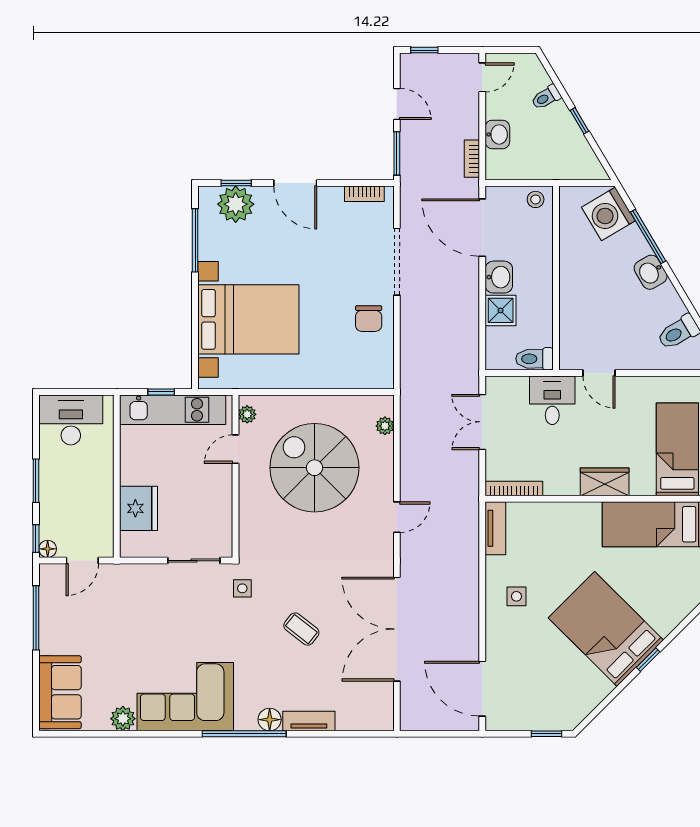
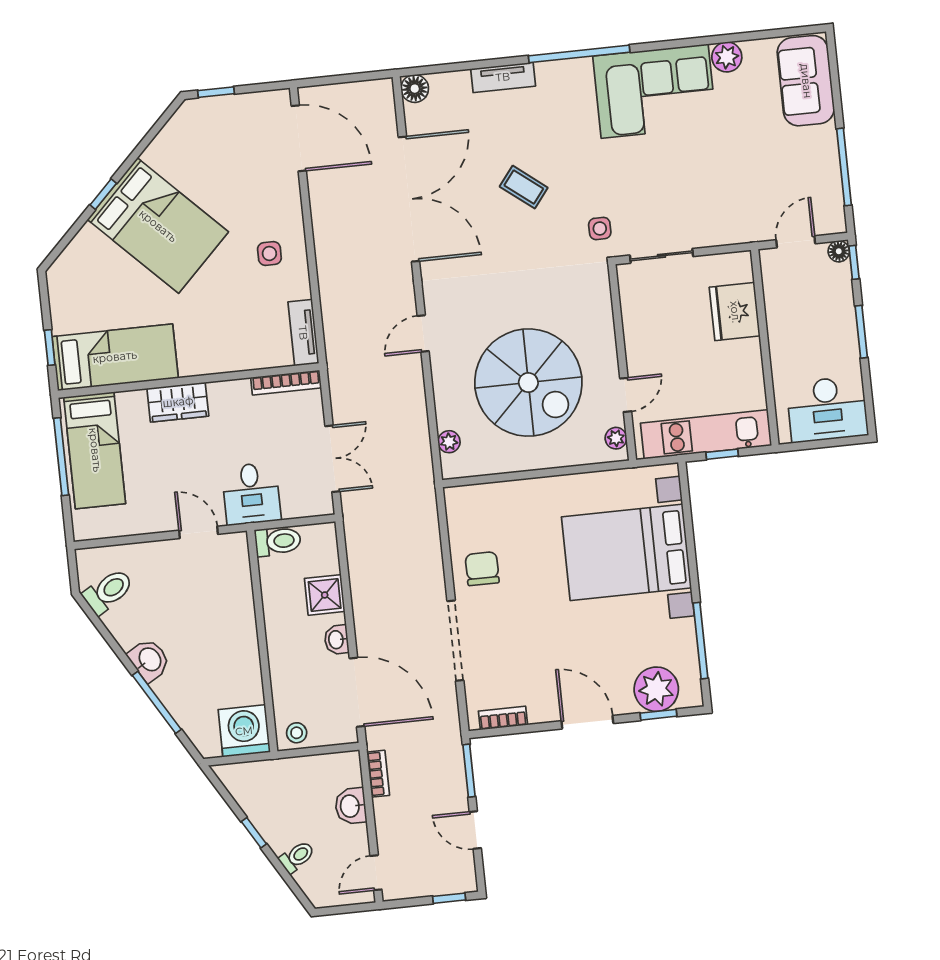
washing machine: (608, 214) -> (244, 731), moved, turned -59
washbasin: (499, 277) -> (337, 640), width x0.72, depth x0.69
floor lamp: (270, 720) -> (415, 89), moved

